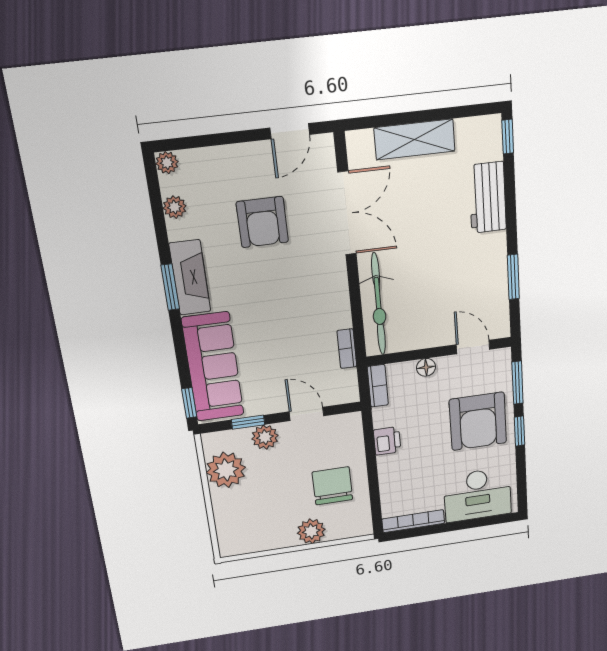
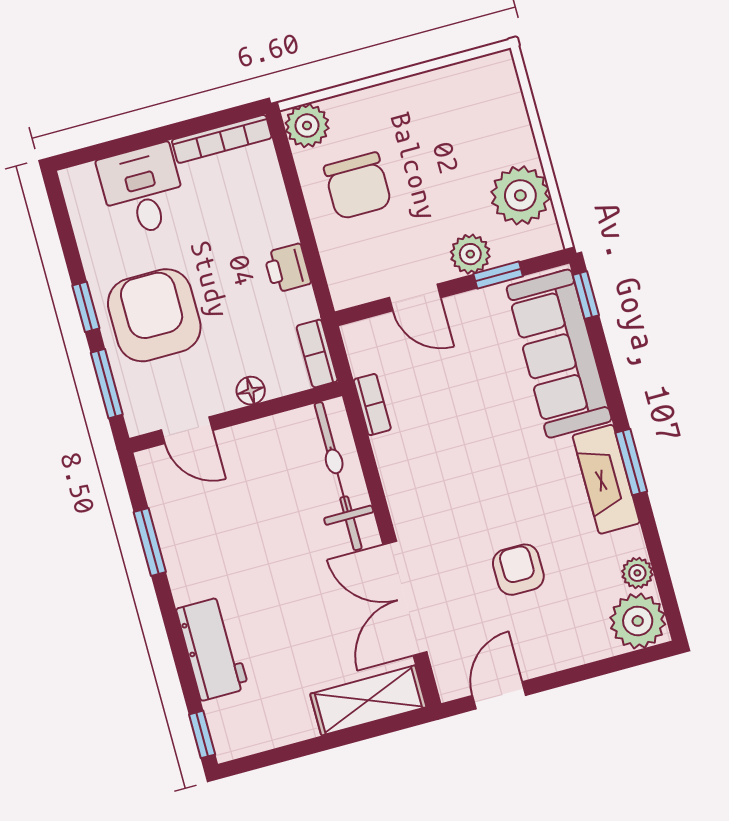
shelving: (415, 139) -> (368, 700), moved
plant: (167, 163) -> (638, 621), width x1.88, depth x1.88
armchair: (262, 222) -> (518, 570), width x0.72, depth x0.72
desk: (478, 495) -> (142, 190), width x0.73
plant: (311, 531) -> (307, 126), moved

